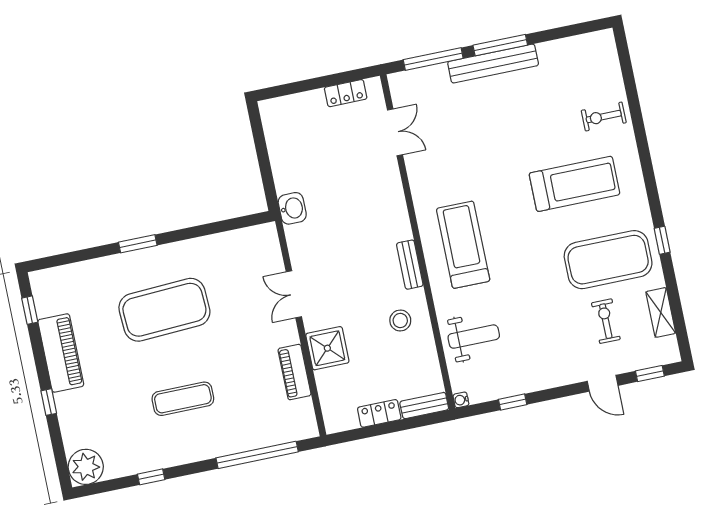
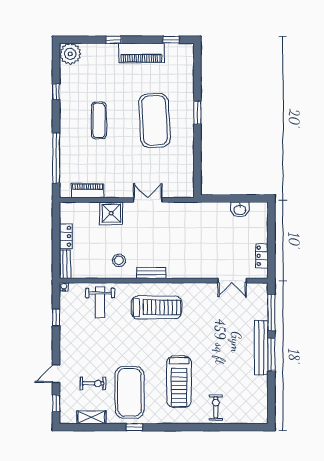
washbasin: (292, 208) -> (240, 210), moved
piano: (294, 372) -> (88, 191), moved

